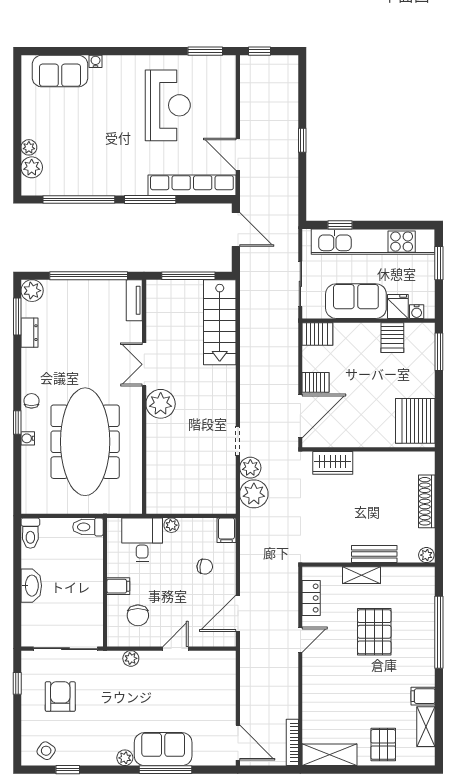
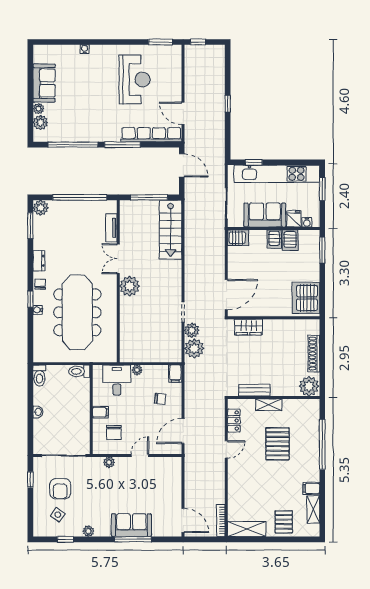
sofa: (60, 71) -> (44, 83), moved, turned -90
tv unit: (134, 300) -> (111, 228), moved
dresser: (29, 333) -> (39, 261), moved
server rack: (316, 382) -> (274, 239), moved, turned 90
bench: (374, 554) -> (254, 390), moved
plant: (426, 555) -> (309, 386), width x1.88, depth x1.88
washbasin: (31, 586) -> (38, 412), width x0.52, depth x0.69
armchair: (60, 697) -> (60, 489), turned 180
side table: (46, 751) -> (58, 515), moved
plant: (125, 758) -> (88, 531), moved

